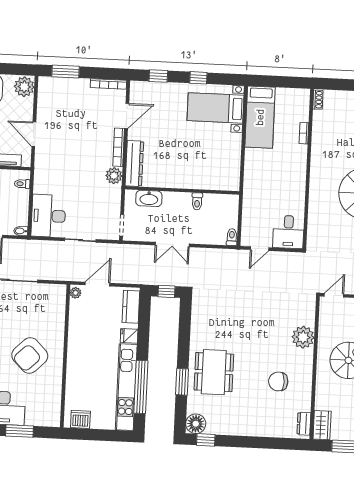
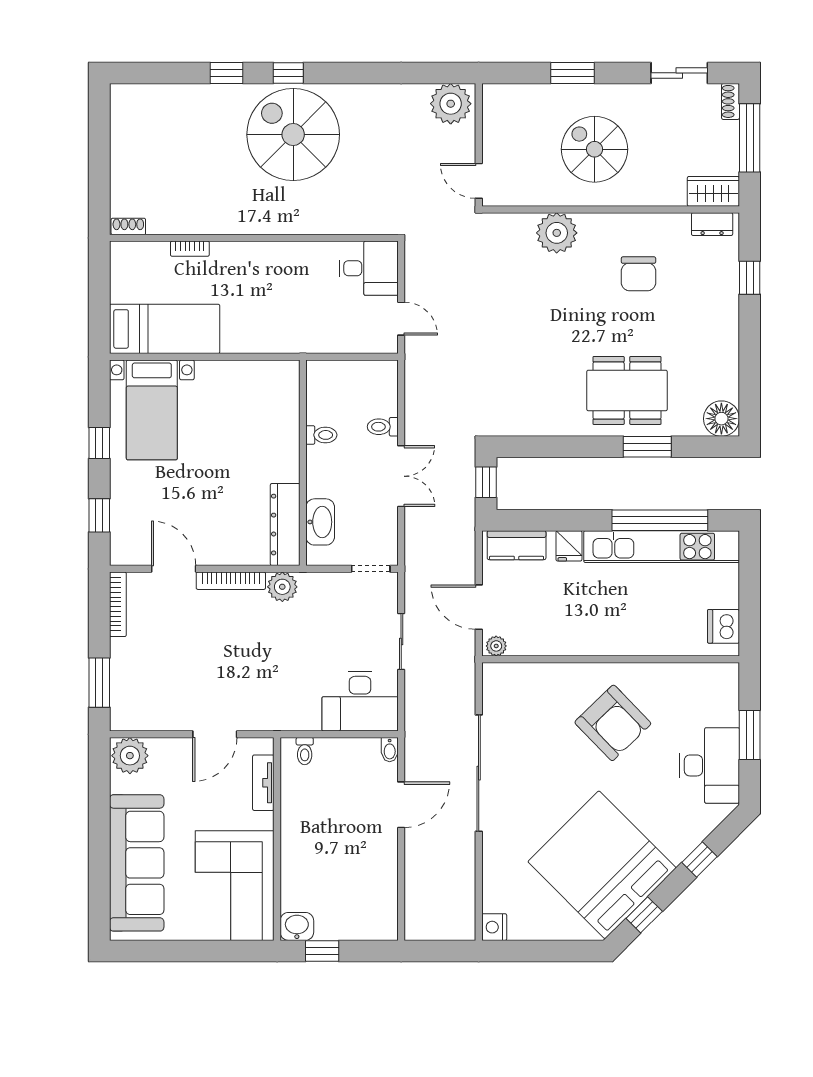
dresser: (134, 163) -> (285, 525), moved, turned -90
toilet: (232, 237) -> (383, 427), moved
window: (206, 440) -> (750, 278), moved

